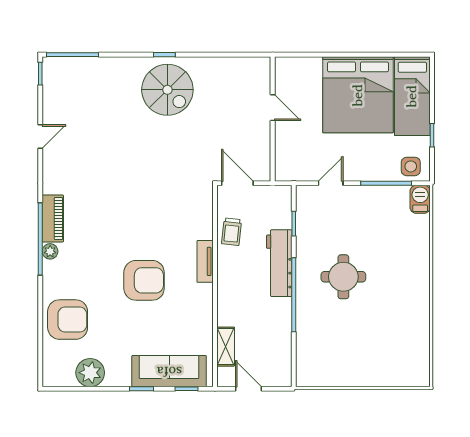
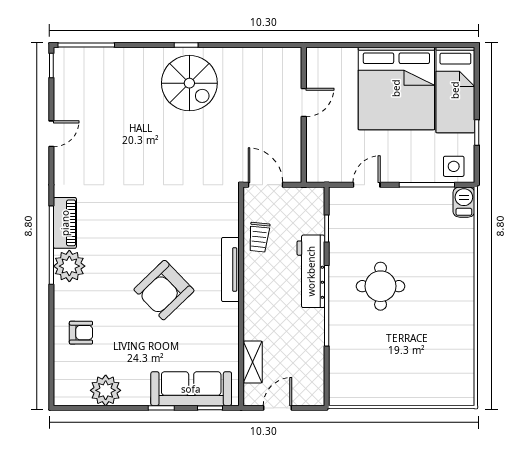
door: (273, 108) -> (304, 102), hinge flipped
plant: (50, 251) -> (69, 266), width x1.87, depth x1.87
tv unit: (205, 261) -> (230, 270), width x1.41
armchair: (144, 280) -> (164, 290), turned 136
armchair: (68, 320) -> (81, 333), width x0.53, depth x0.53
door: (249, 389) -> (278, 408), hinge flipped

